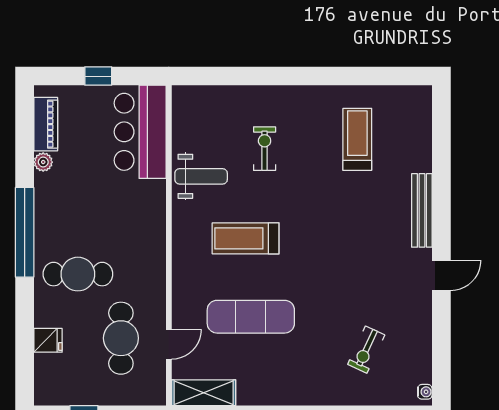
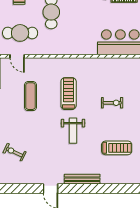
weight bench: (201, 176) -> (73, 131), moved
exercise mat: (251, 317) -> (31, 96), width x0.73, depth x0.69

